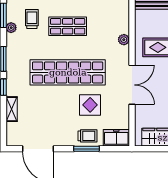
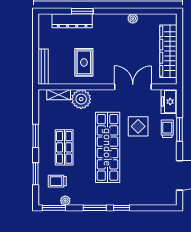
plant: (124, 40) -> (81, 99), width x1.87, depth x1.87
double door: (132, 85) -> (133, 87), moved
shelving: (12, 109) -> (59, 95), moved

